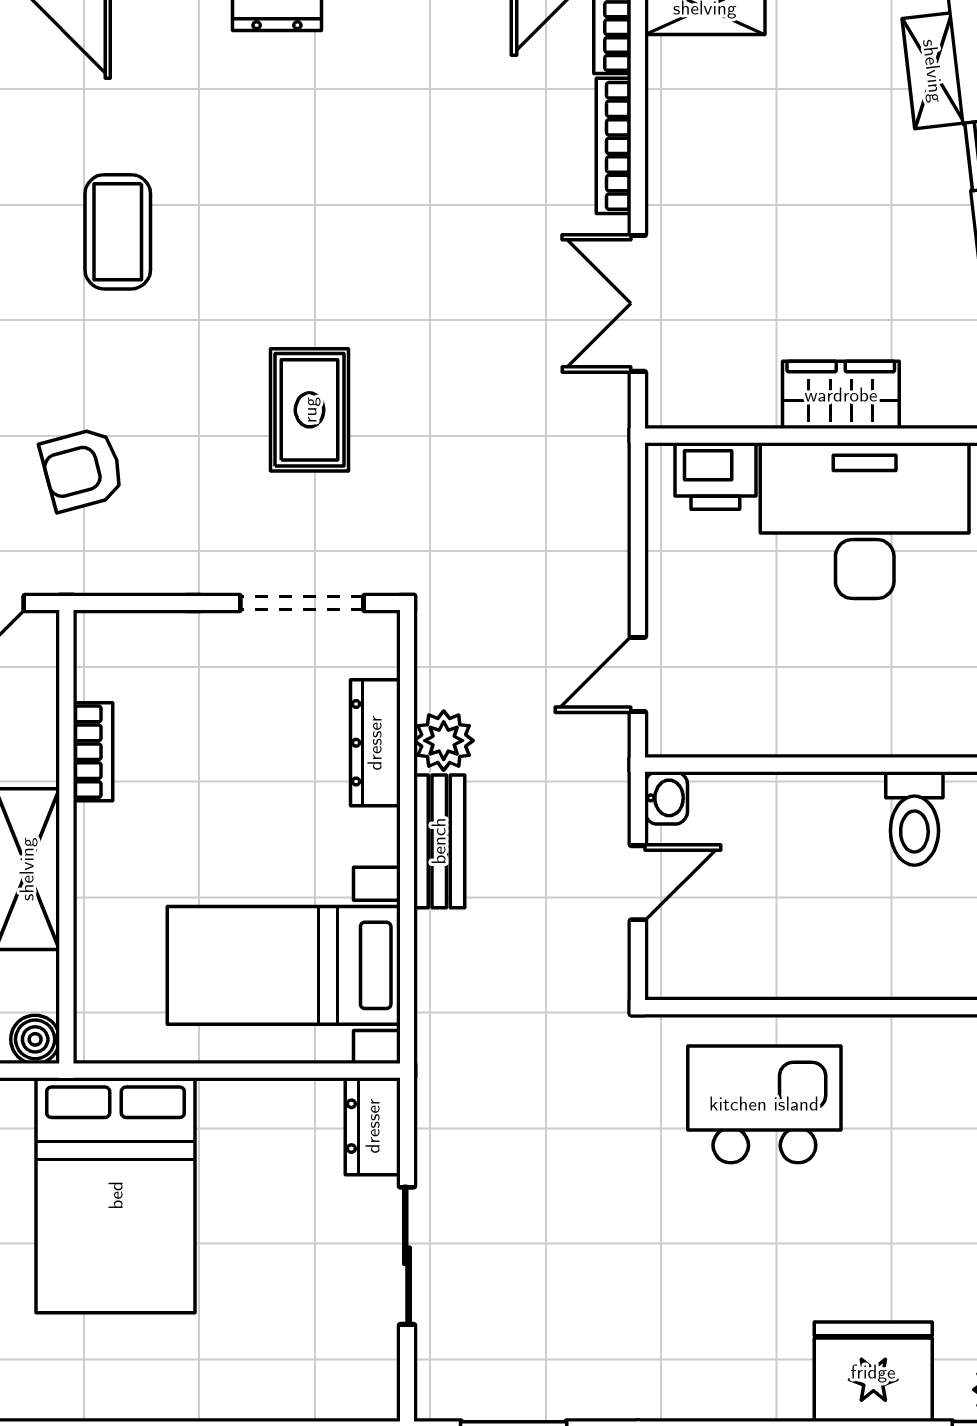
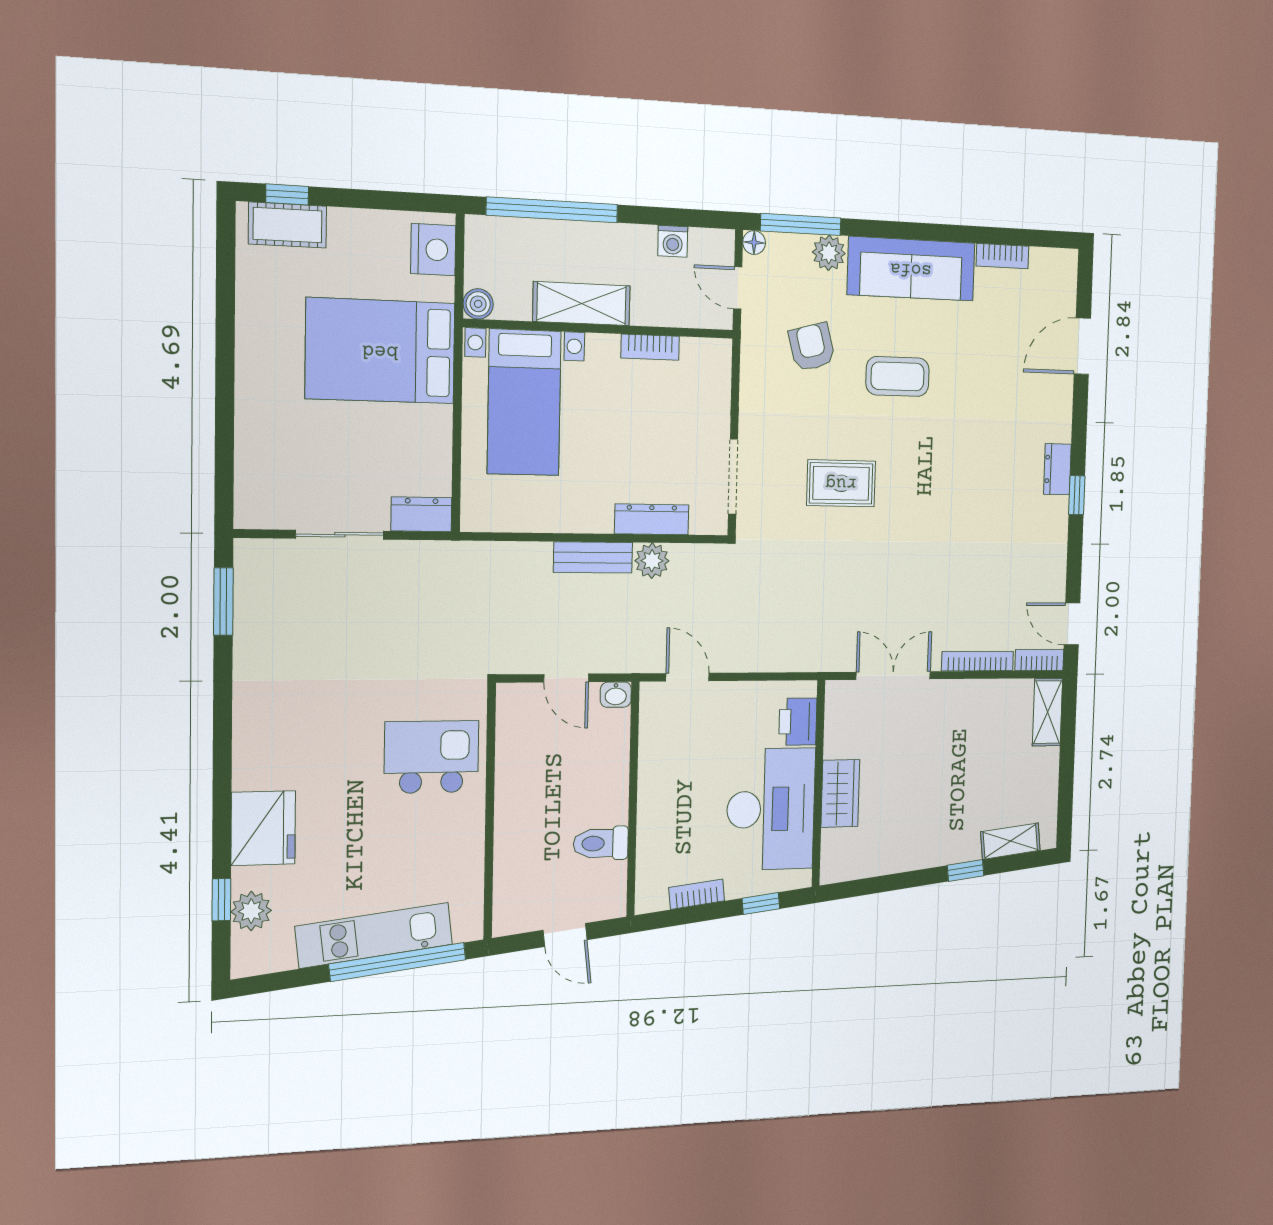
coffee table: (118, 232) -> (897, 376), moved
bed with nightstands: (284, 965) -> (524, 402), moved, turned 180
kitchen island: (764, 1104) -> (431, 757), turned -90

